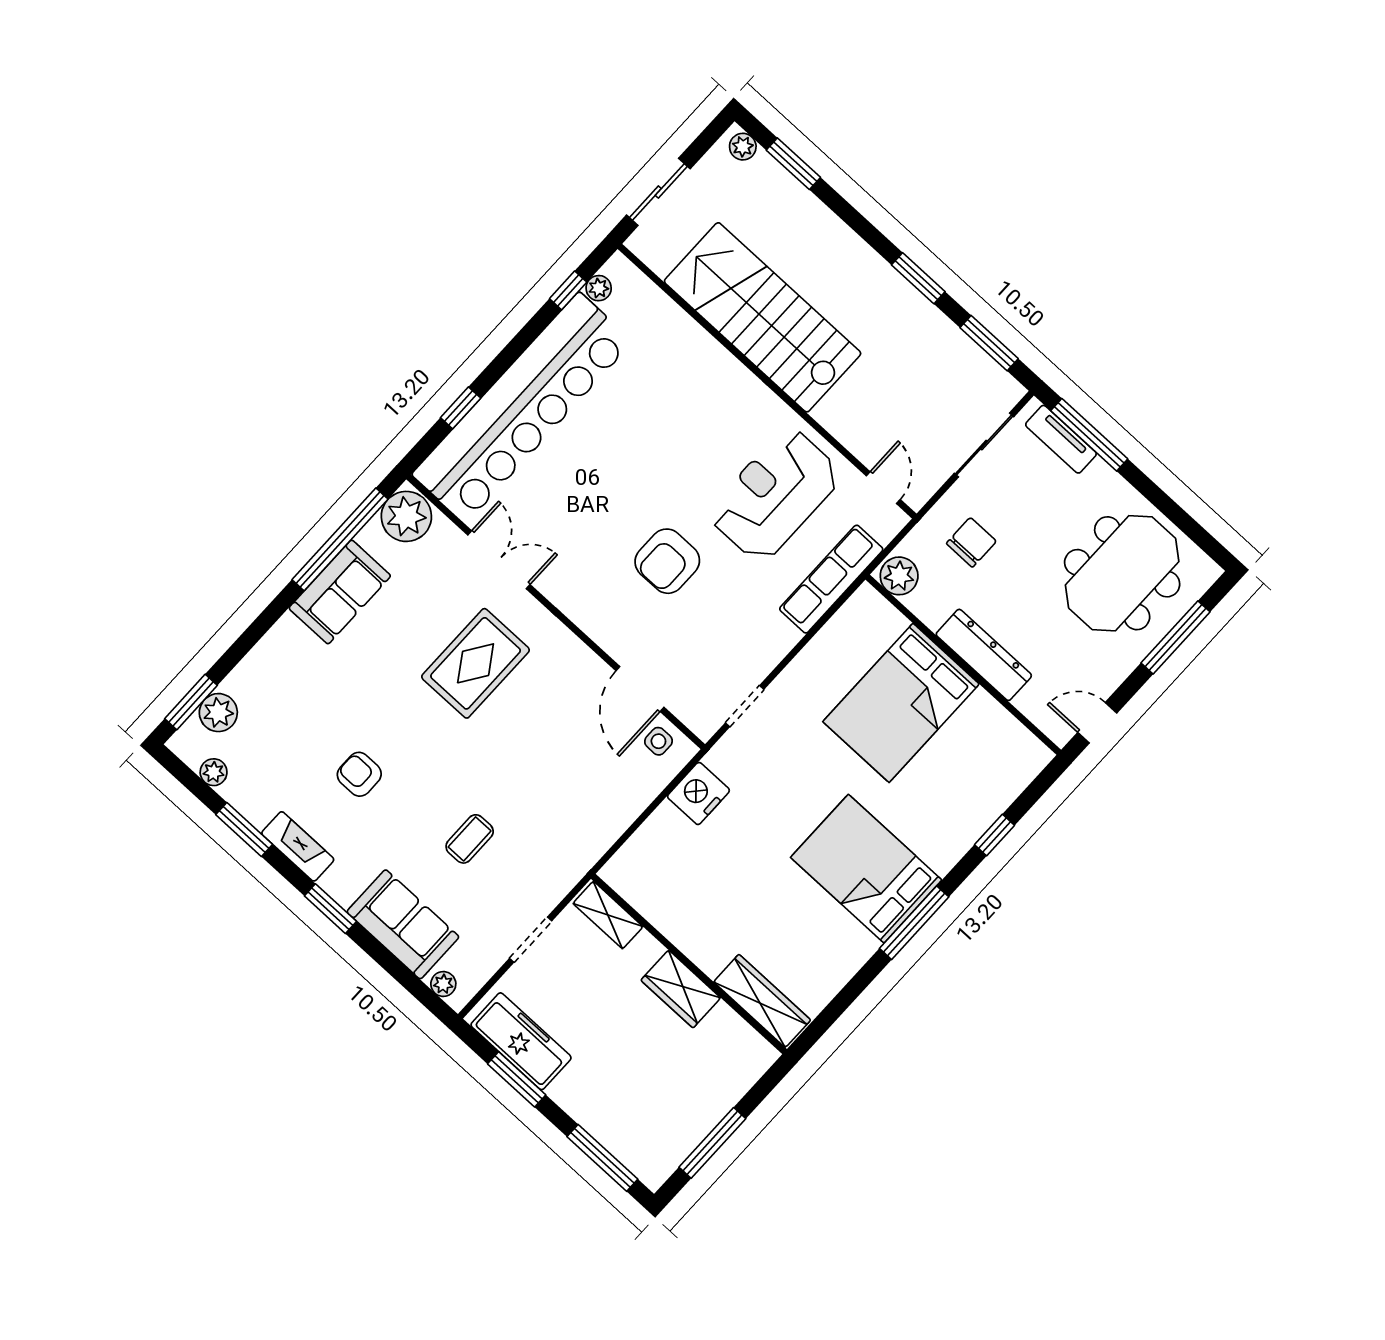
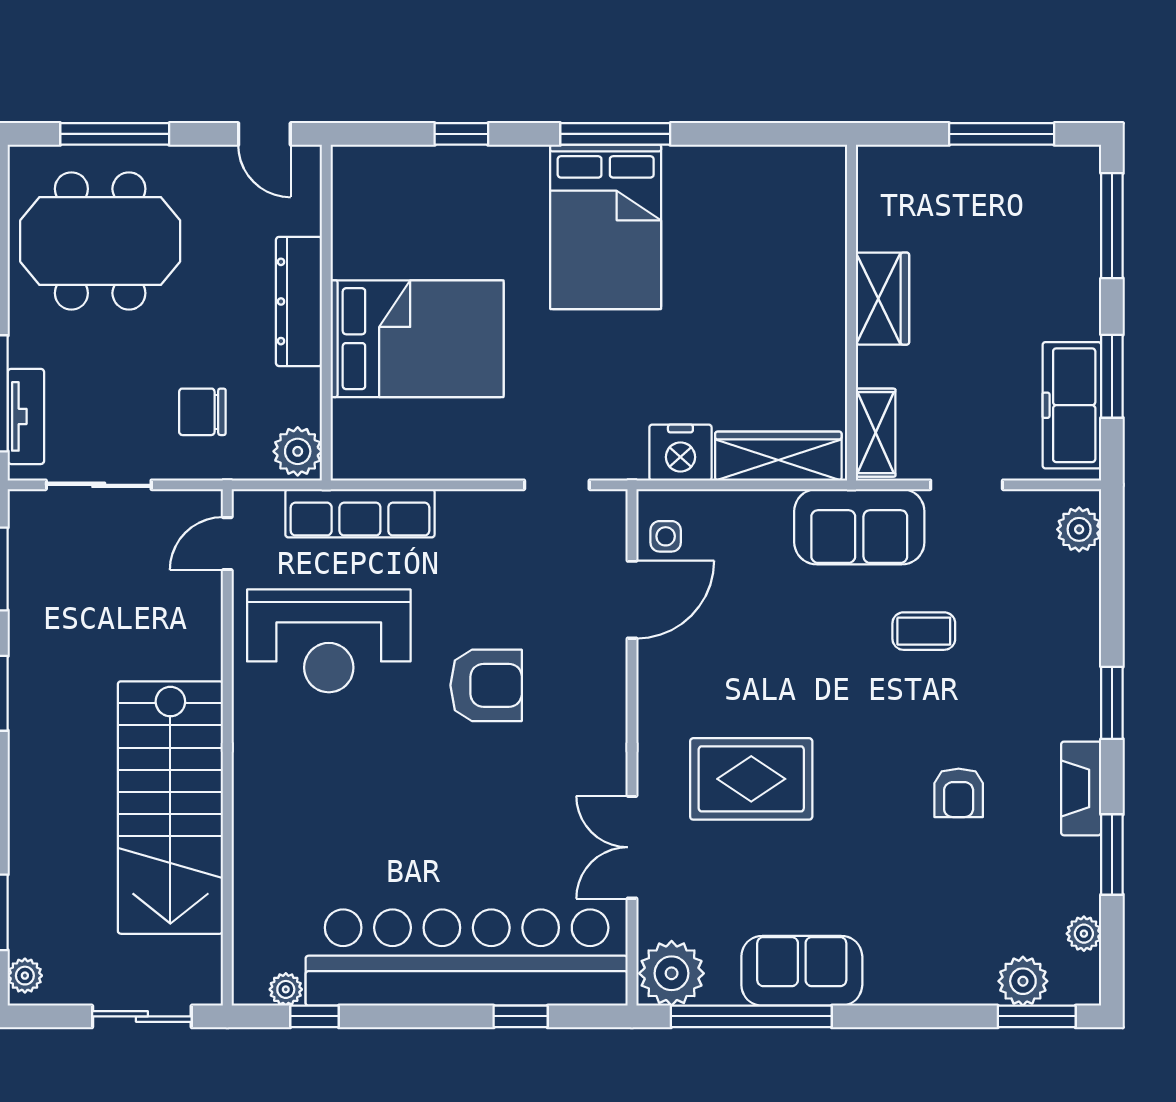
sofa: (403, 924) -> (859, 527), moved, turned -90
plant: (443, 984) -> (1079, 529), width x1.38, depth x1.38
wardrobe: (762, 1001) -> (778, 456), moved, turned 90

